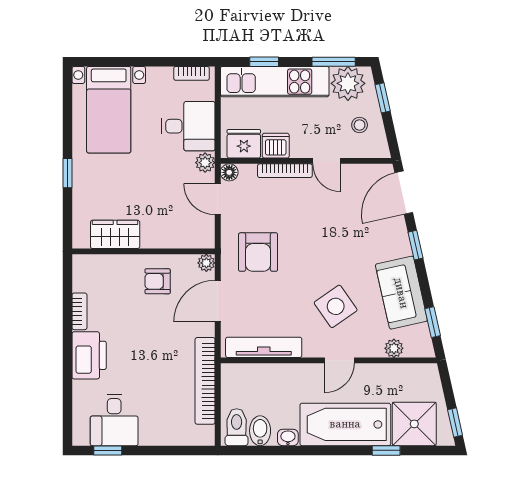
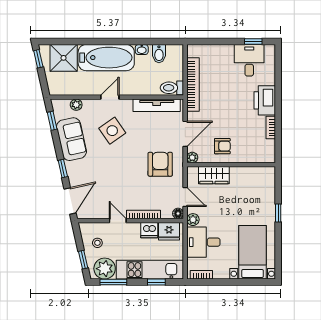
wardrobe: (115, 234) -> (214, 175), moved
toilet: (237, 427) -> (172, 88), moved, turned 90
window: (386, 450) -> (81, 42), removed

